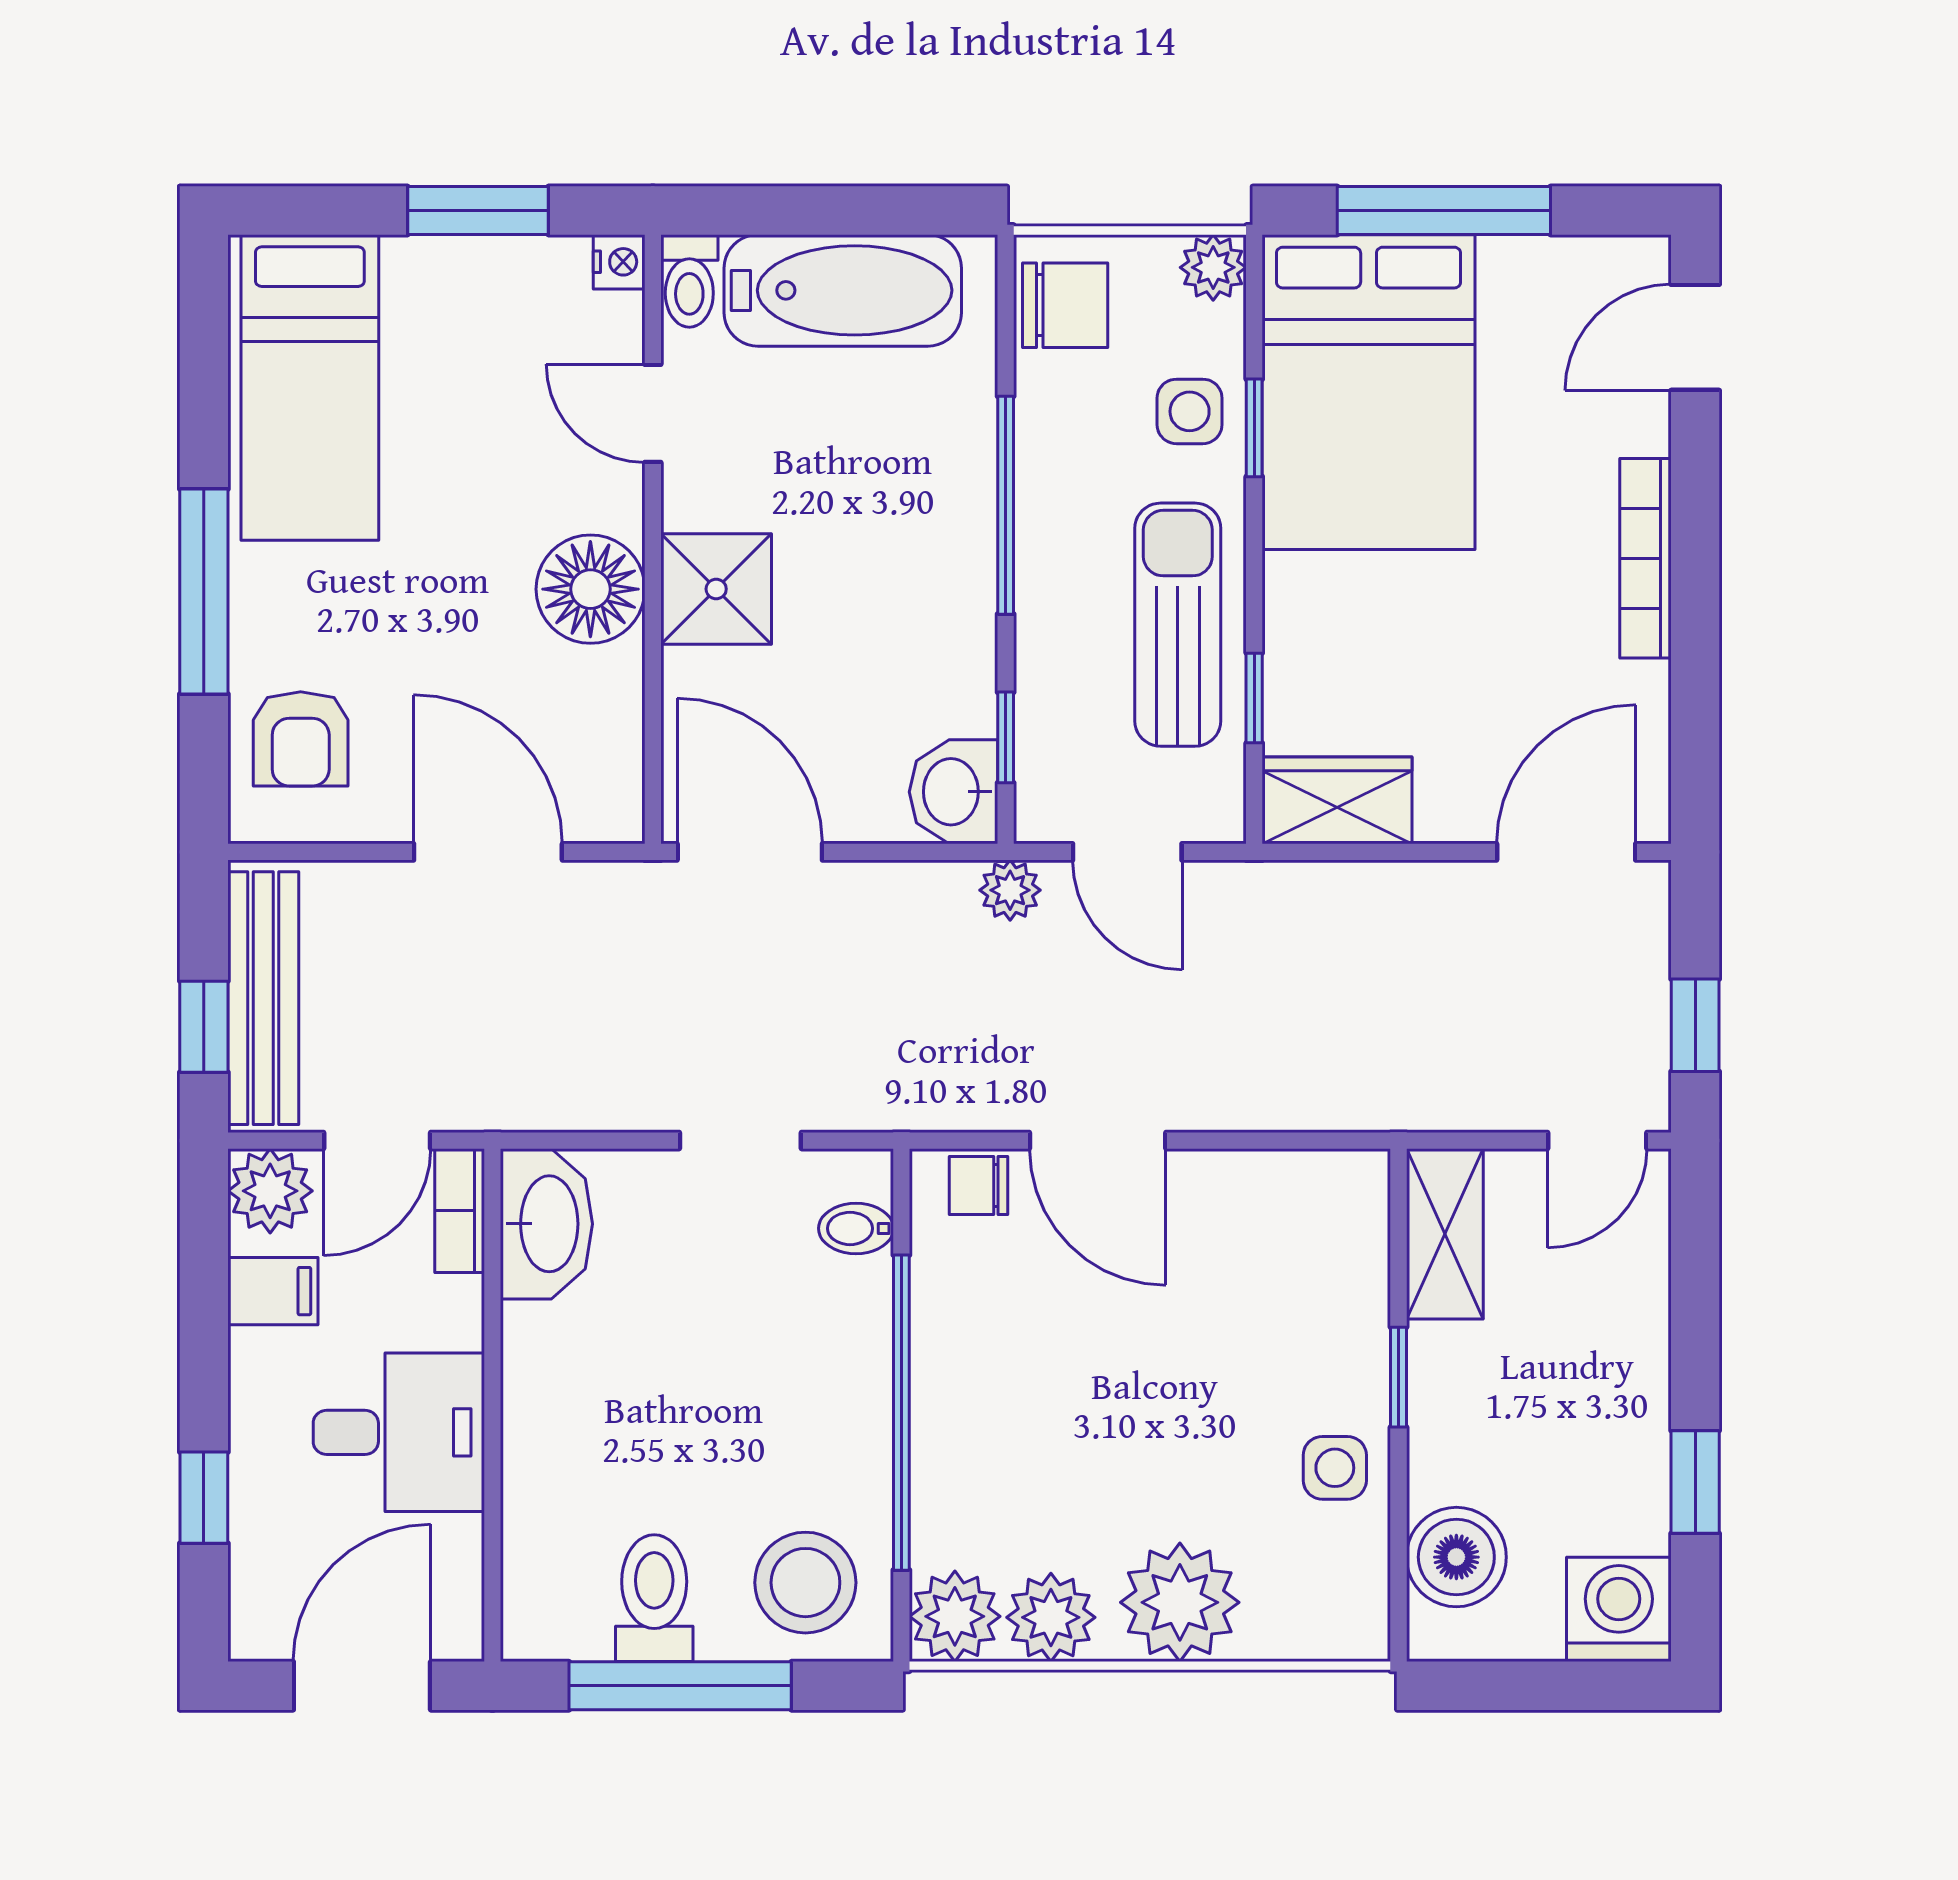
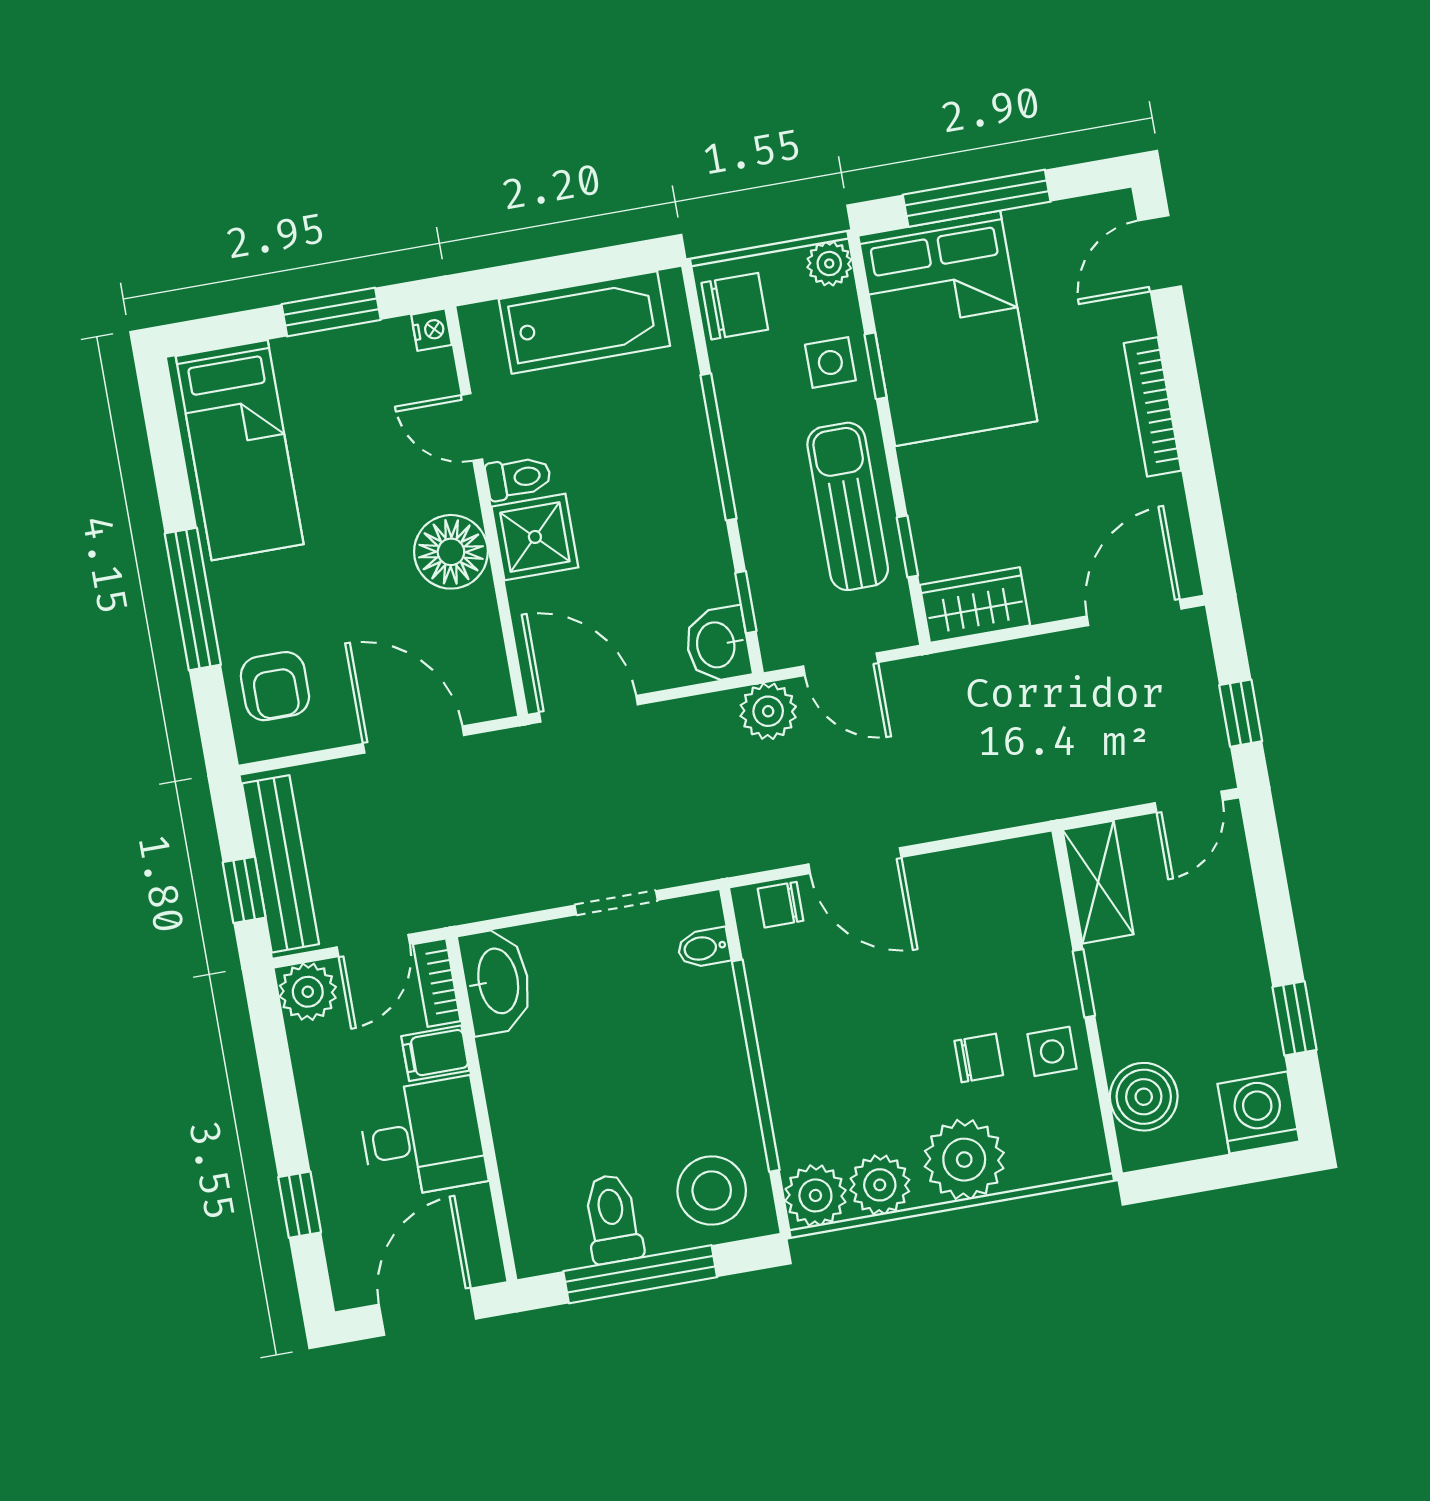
toilet: (689, 281) -> (518, 478), moved, turned -90
plant: (1010, 890) -> (768, 711), width x1.38, depth x1.38
filing cabinet: (273, 1291) -> (435, 1053), moved, turned 180
chair: (1227, 1459) -> (979, 1058), added

